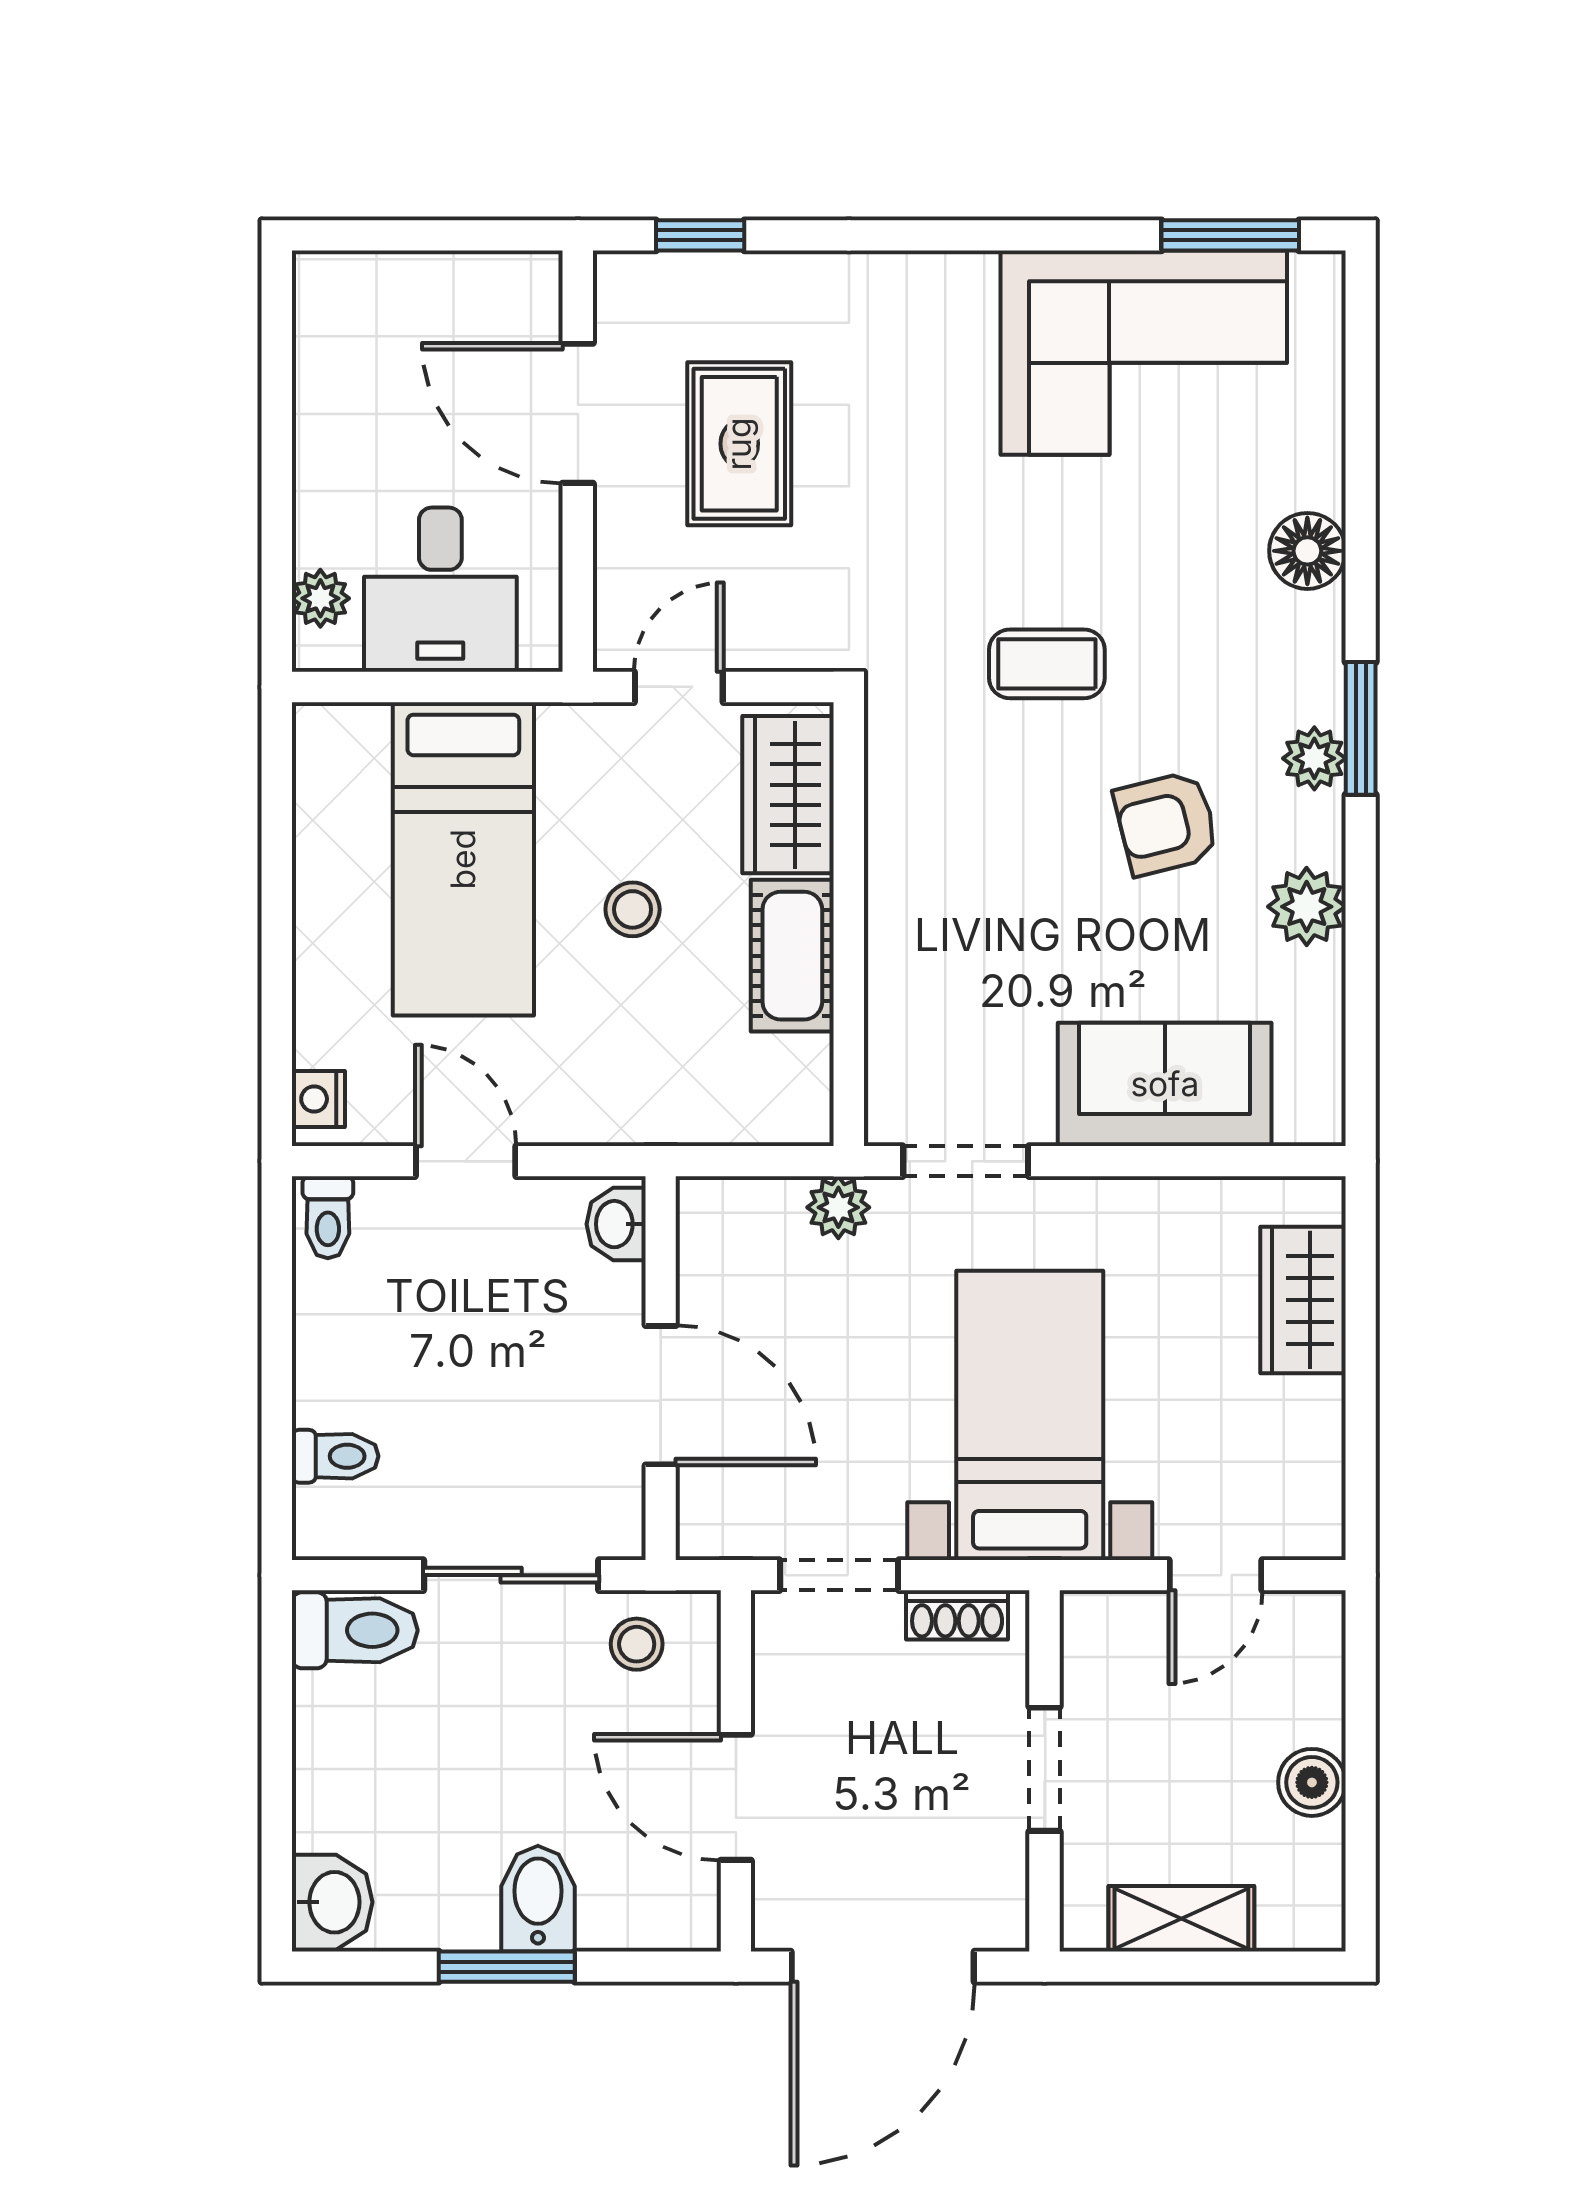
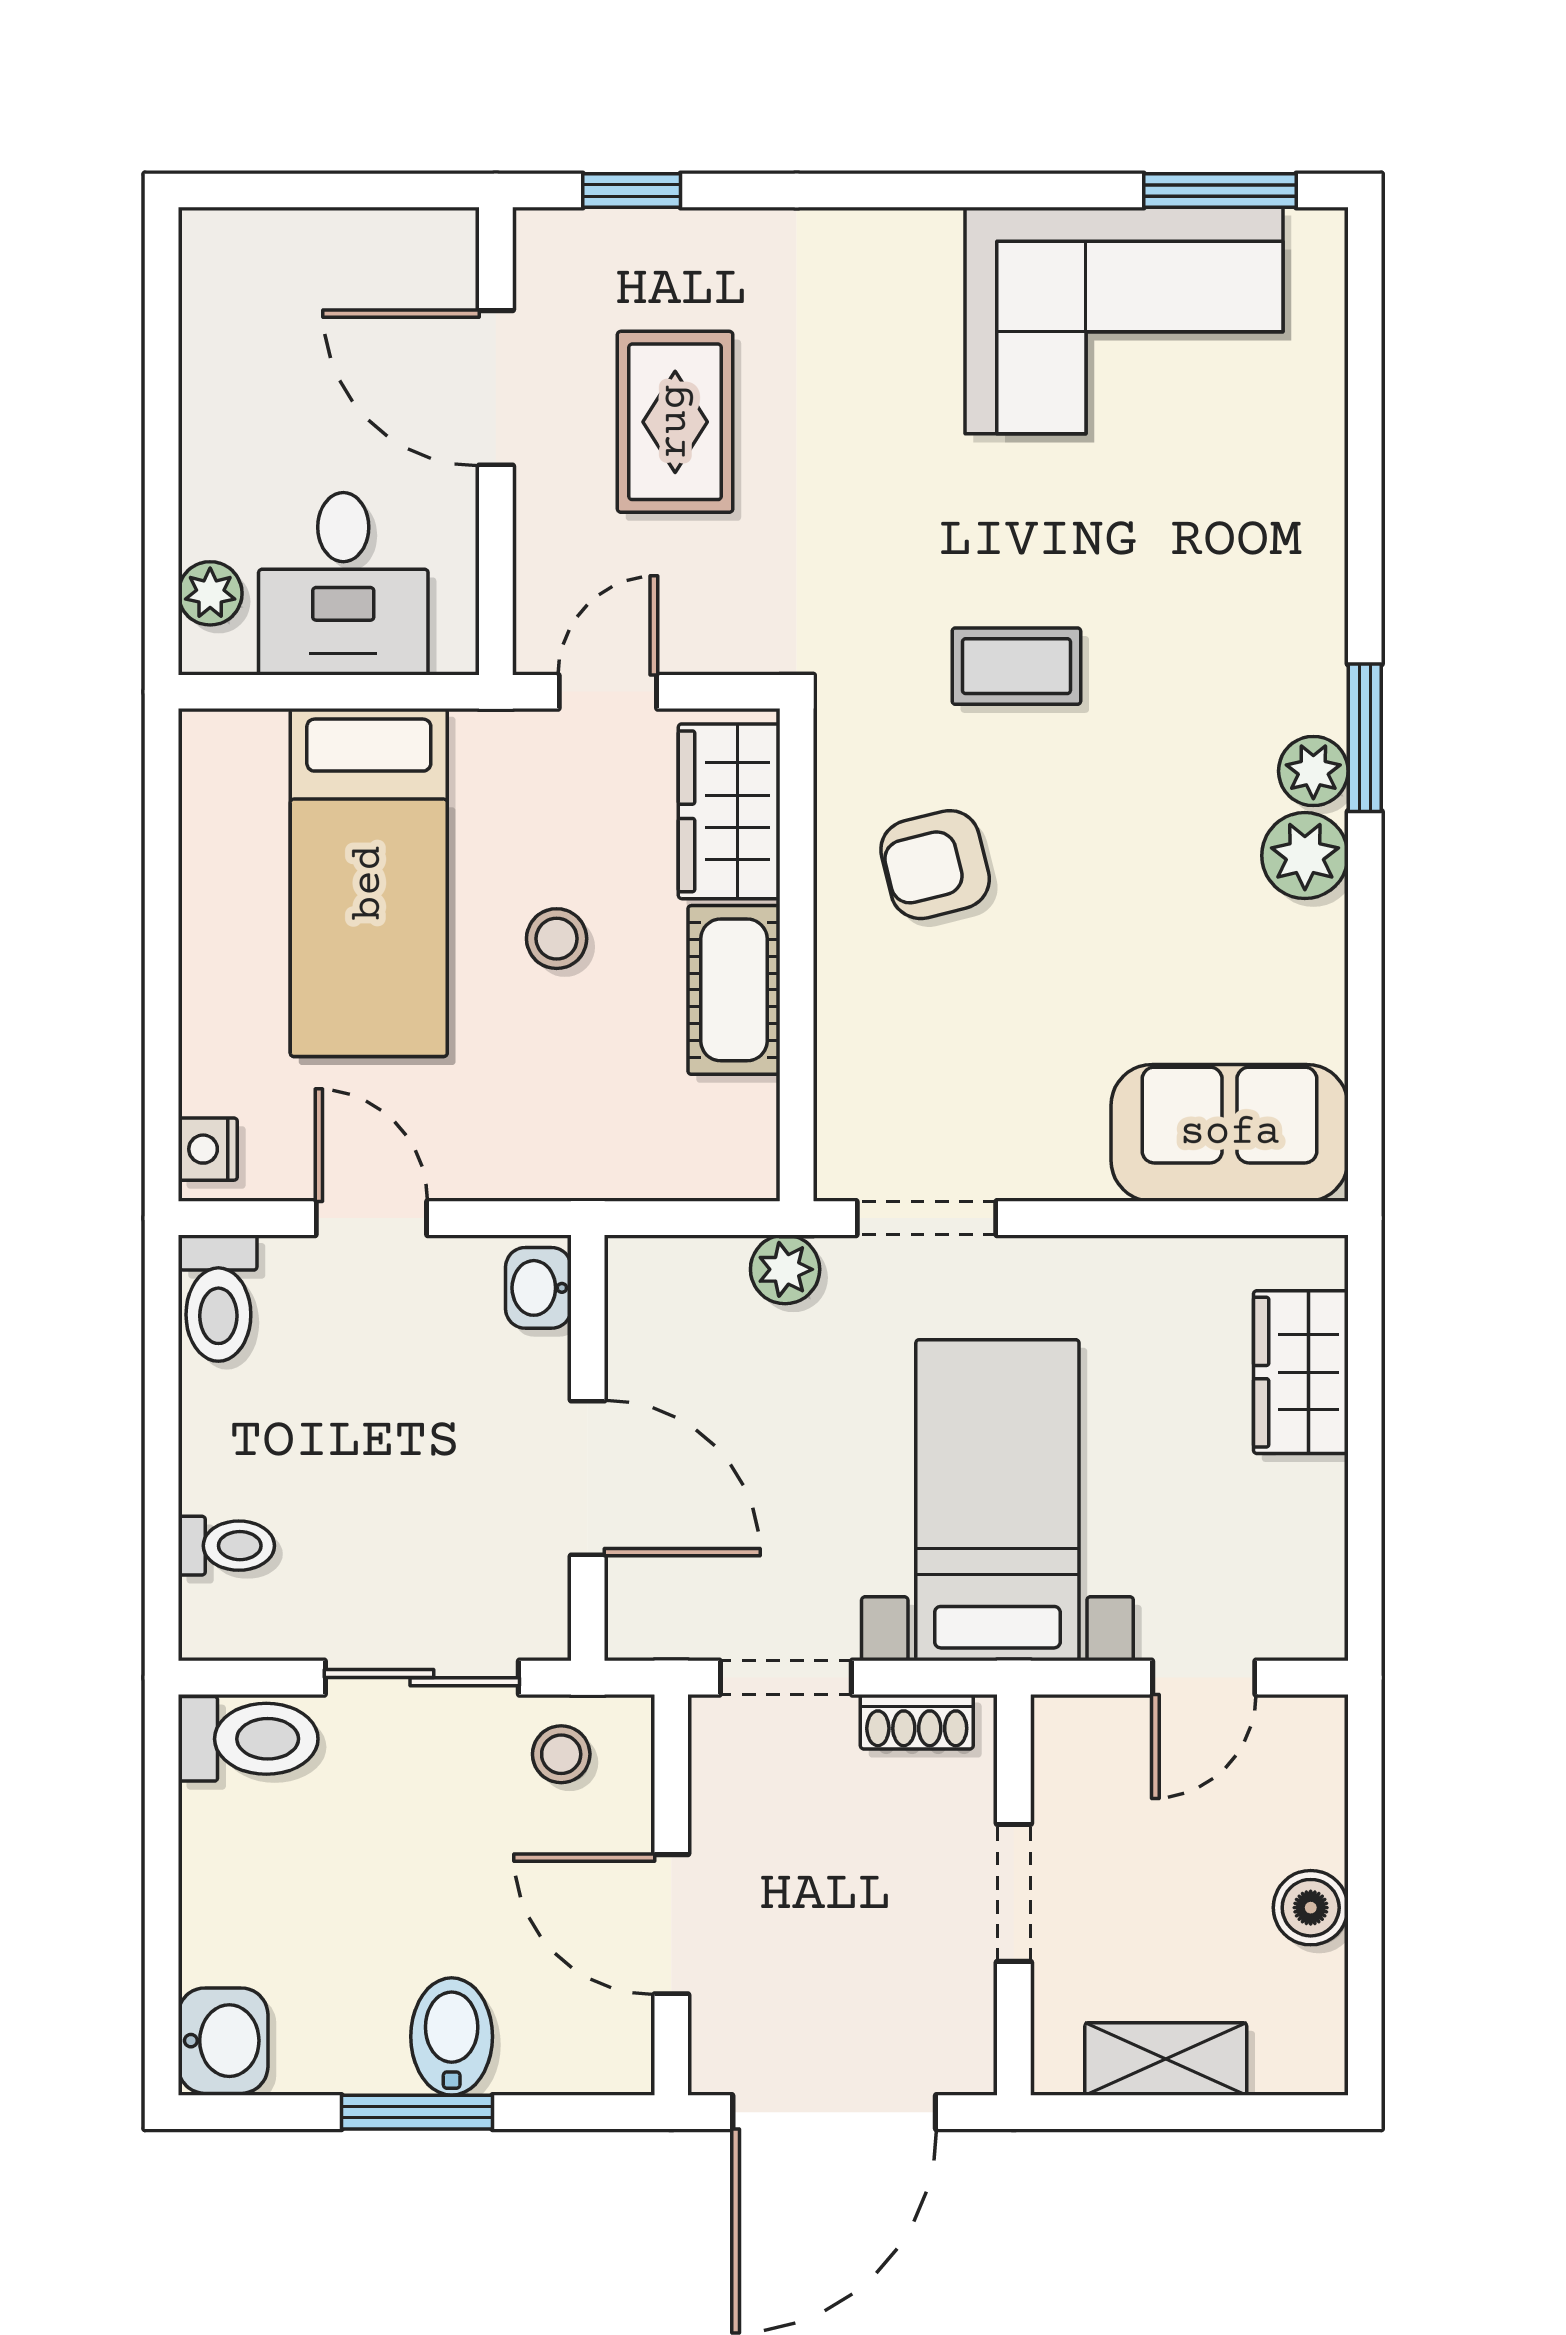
floor lamp: (1307, 551) -> (1306, 541), removed
armchair: (1166, 823) -> (935, 865), moved
plant: (1307, 907) -> (1305, 856), moved
sofa: (1165, 1084) -> (1230, 1133), moved
toilet: (328, 1217) -> (218, 1298), width x1.37, depth x1.39

